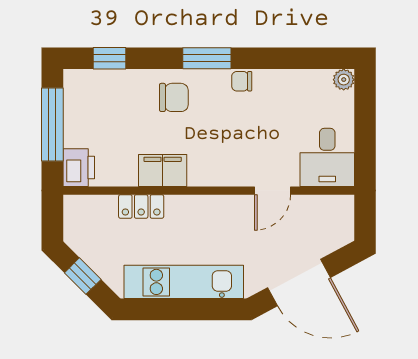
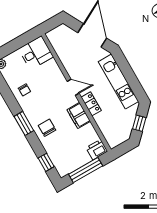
chair: (242, 81) -> (24, 90), moved
door: (273, 191) -> (73, 87), moved
locker: (141, 206) -> (91, 104), moved

